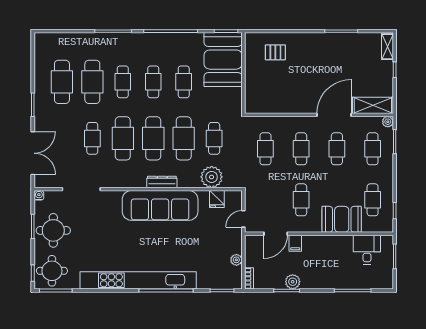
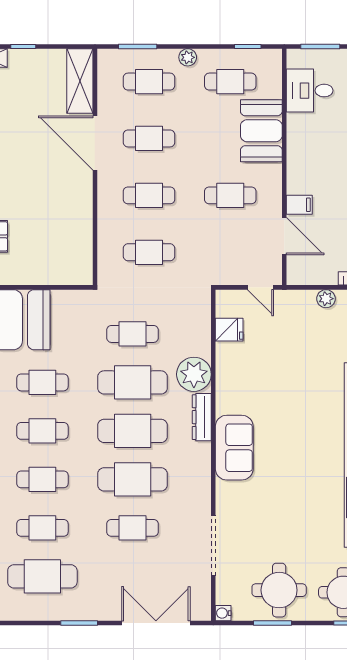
cafe table: (92, 82) -> (42, 528), width x0.73, depth x0.74
plant: (388, 122) -> (188, 57), moved
plant: (212, 177) -> (194, 374), moved
sofa: (160, 205) -> (234, 448), width x0.54, depth x0.79

